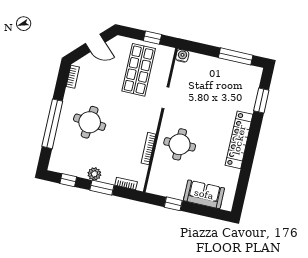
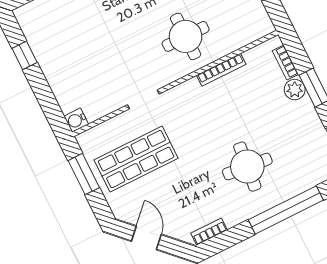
window: (152, 38) -> (84, 174), width x1.50
window: (236, 56) -> (25, 55), width x0.46
plant: (94, 174) -> (295, 90), moved

